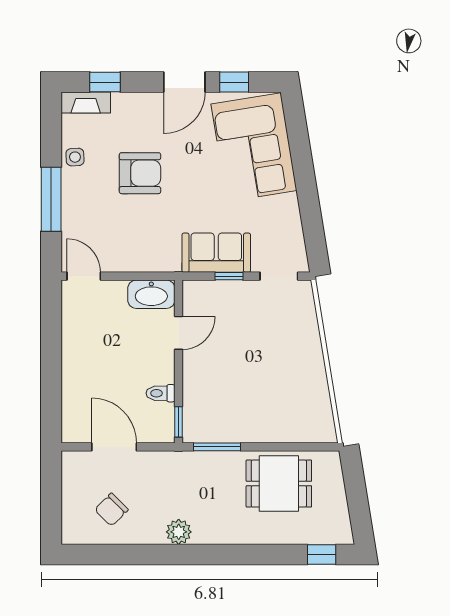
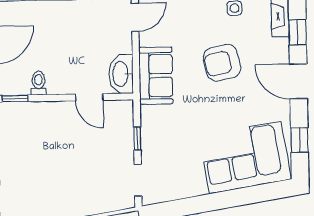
door: (184, 82) -> (298, 81), moved
armchair: (140, 173) -> (222, 63), turned 78
sofa: (216, 253) -> (156, 76), moved

